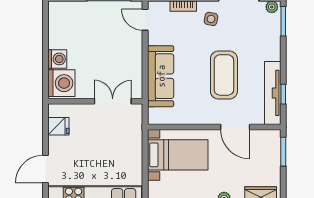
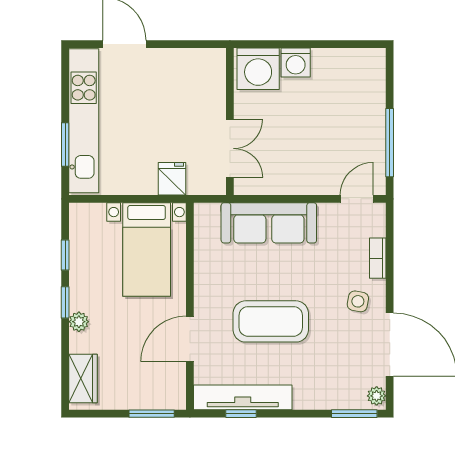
fridge: (58, 126) -> (172, 179), moved, turned 180

